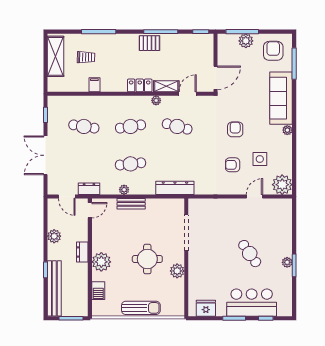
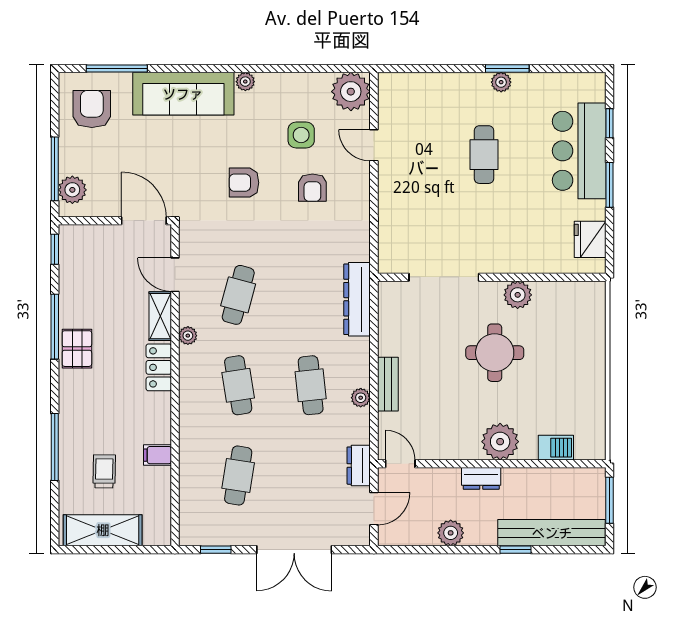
plant: (246, 41) -> (72, 190), moved
armchair: (273, 51) -> (92, 109), turned 90
cafe table: (250, 254) -> (484, 155), turned -55
sun lounger: (141, 308) -> (589, 365), removed

